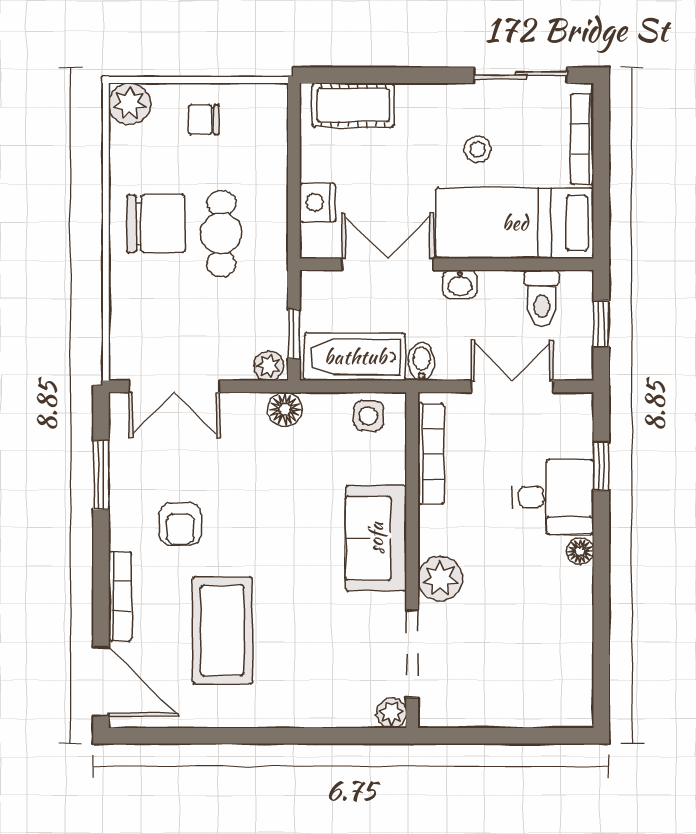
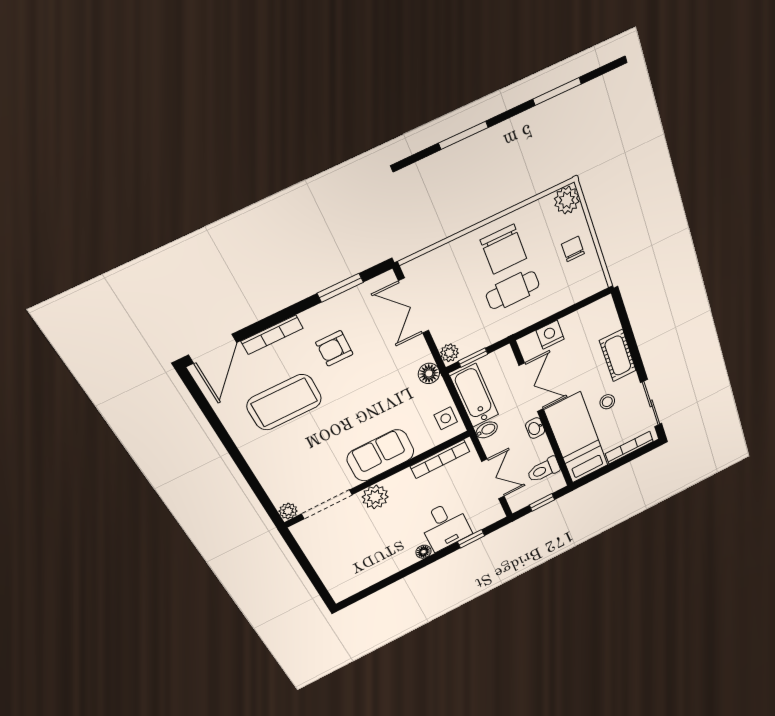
cot: (353, 105) -> (618, 356), moved

